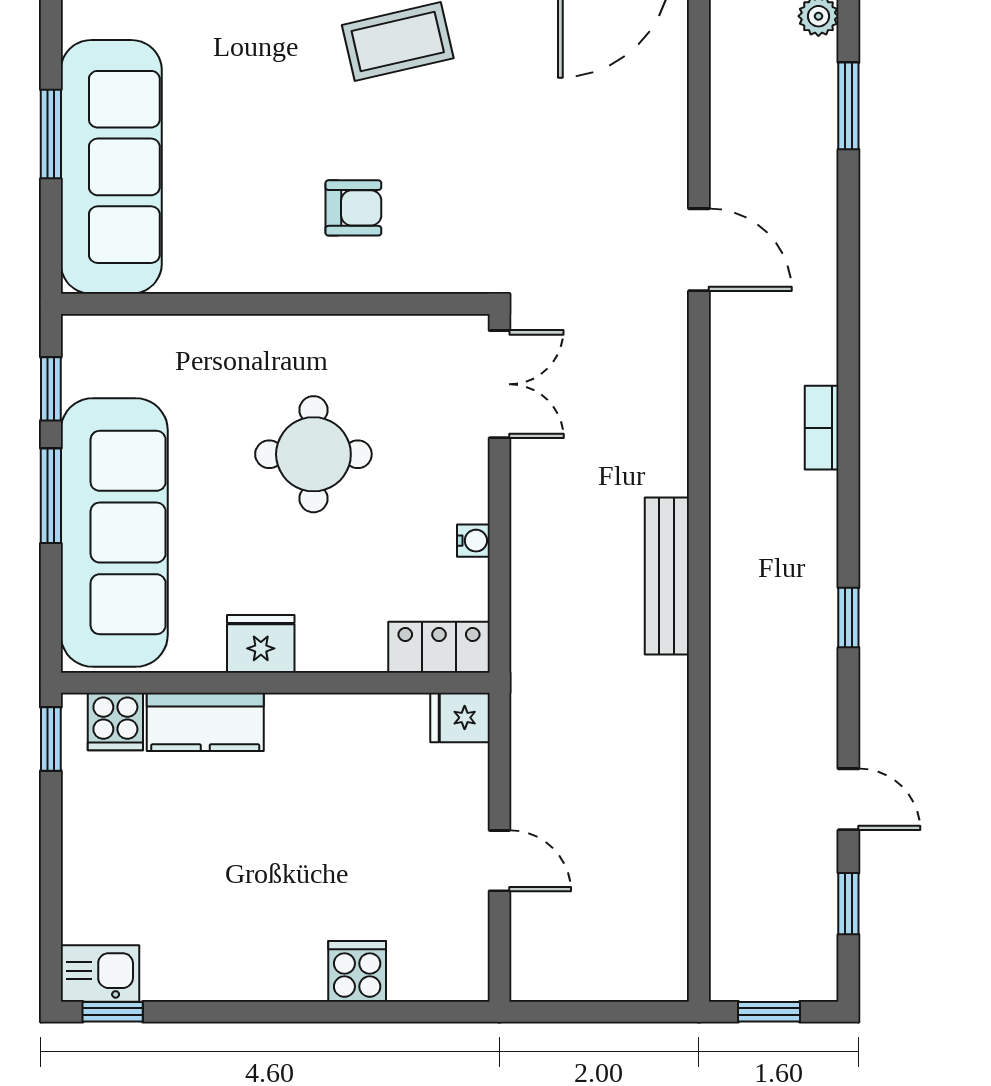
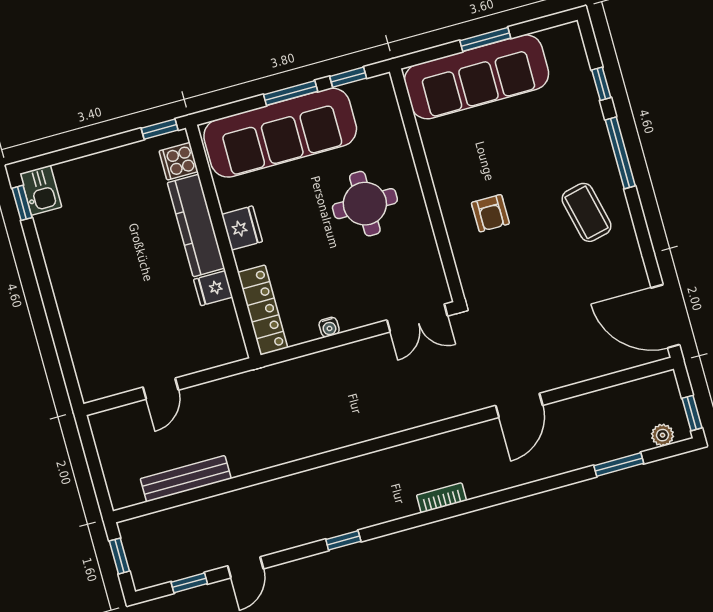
round table: (313, 454) -> (365, 204), moved
bench: (667, 576) -> (186, 479), moved
locker: (439, 647) -> (263, 310), width x1.53
fridge: (460, 718) -> (213, 288), moved, turned -90
kitchen counter: (205, 722) -> (196, 225), width x1.50
cooker: (357, 971) -> (80, 328), removed

